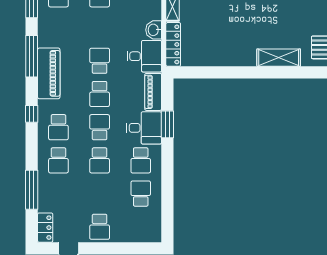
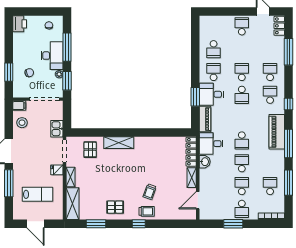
school desk: (100, 94) -> (242, 163), moved

